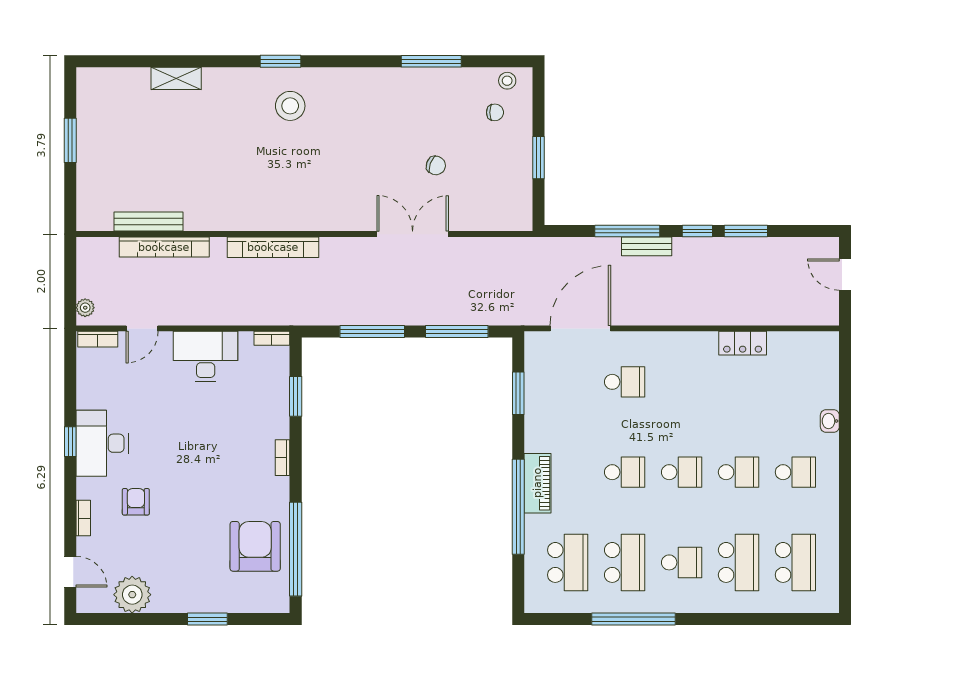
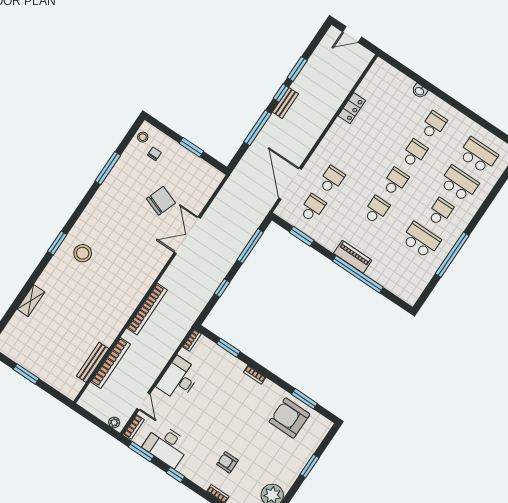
chair: (436, 165) -> (161, 201), width x1.87, depth x1.87
bench: (647, 246) -> (285, 103), moved
window: (372, 331) -> (222, 288), width x0.46
window: (70, 372) -> (141, 452), added
desk: (102, 443) -> (166, 446), moved
window: (296, 549) -> (304, 399), width x0.47
school desk: (568, 562) -> (312, 208), moved, width x0.54

